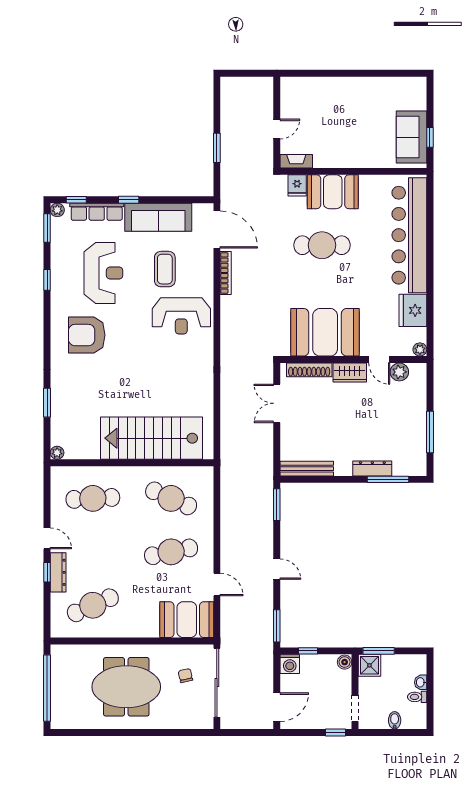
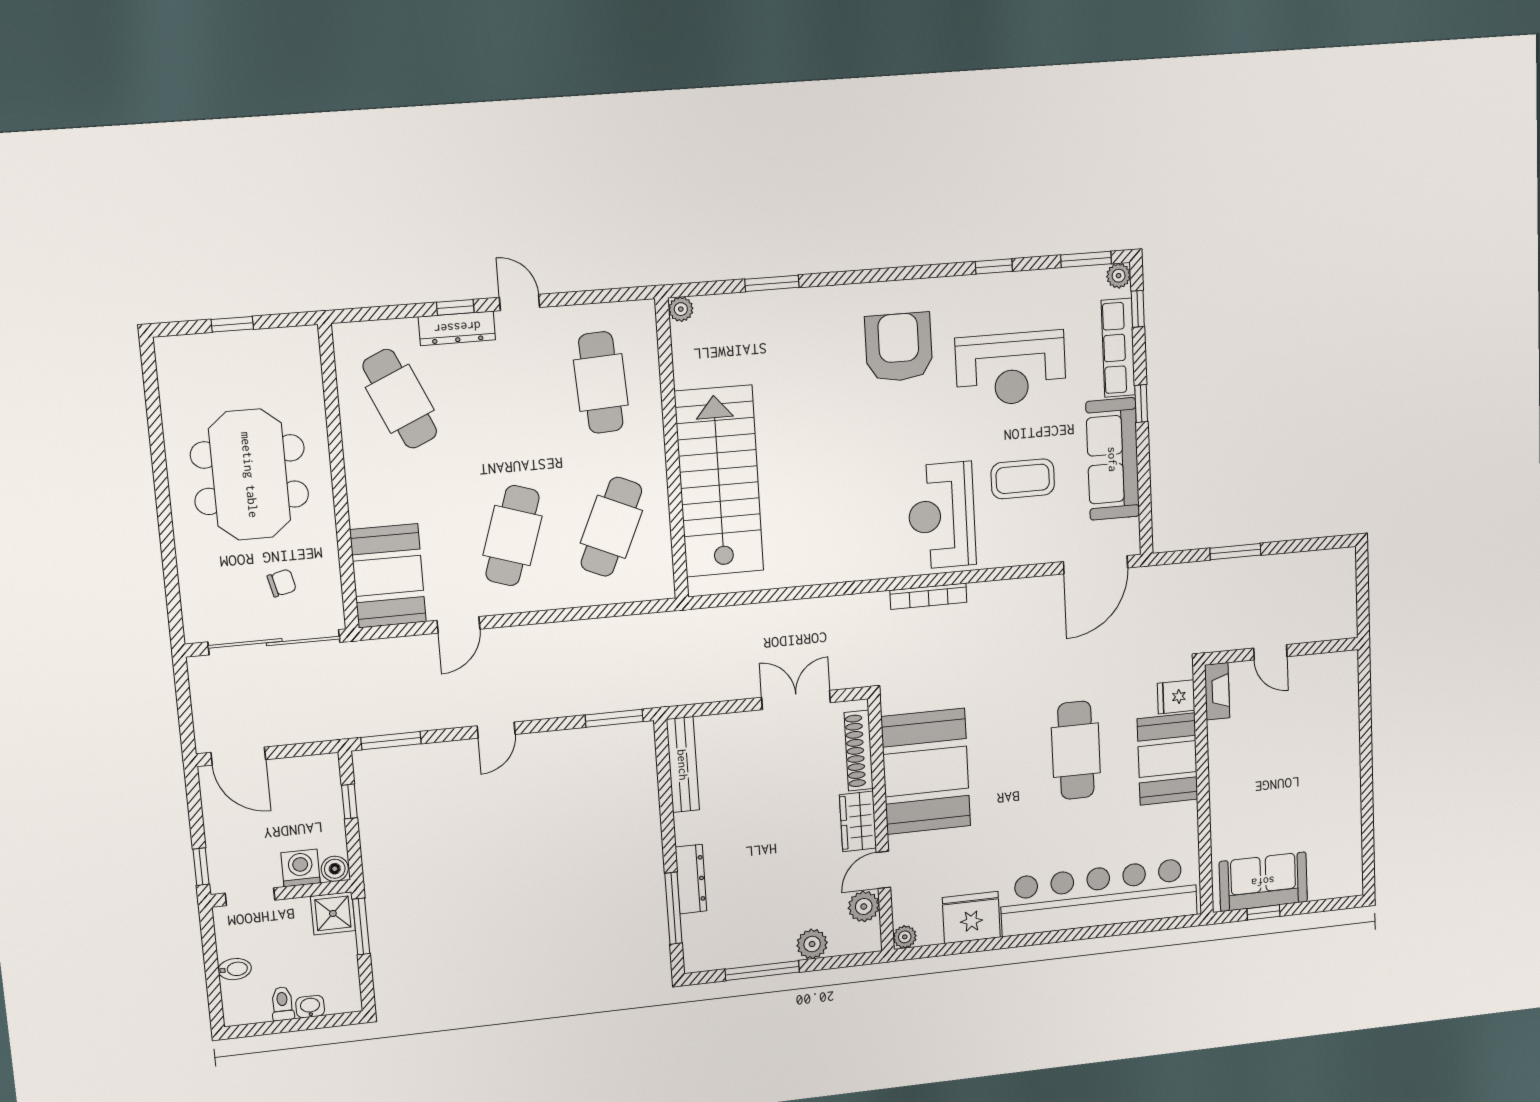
bookcase: (226, 273) -> (928, 596), moved
plant: (418, 403) -> (812, 944), added
door: (47, 538) -> (520, 302), swing flipped
cafe table: (171, 552) -> (513, 536), turned 30
washing machine: (290, 664) -> (301, 868), moved, turned 90
window: (47, 688) -> (232, 324), width x0.32

